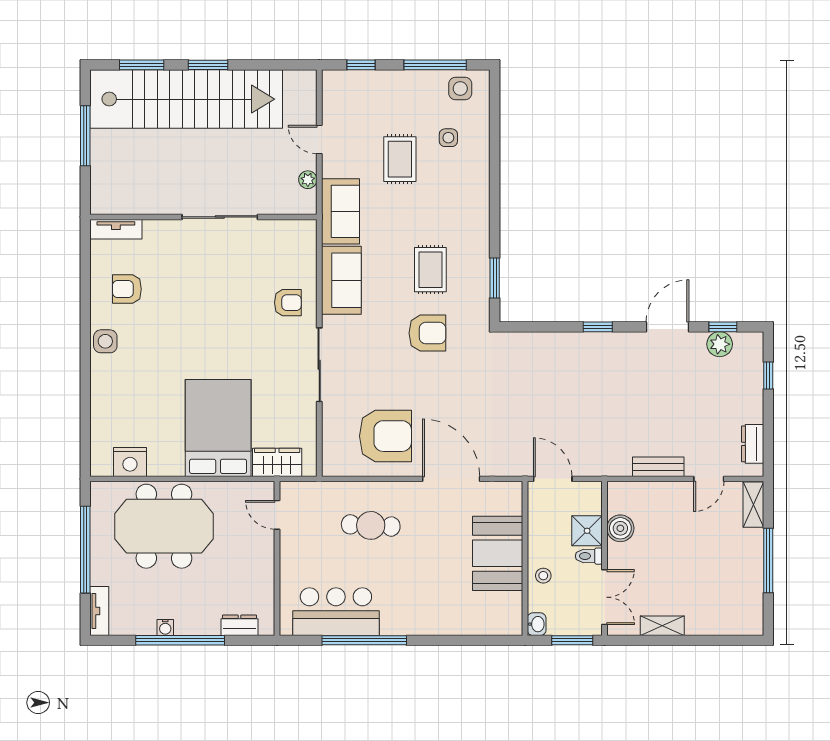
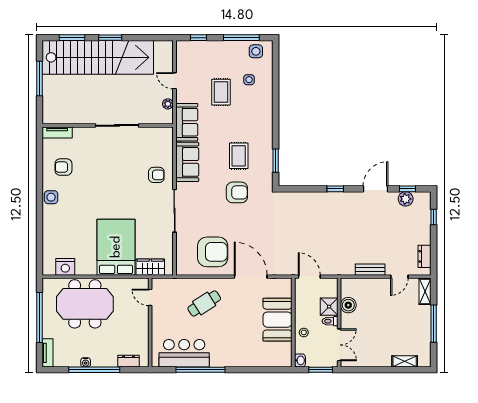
cafe table: (371, 525) -> (204, 303), turned -35
shelving: (662, 626) -> (405, 361), moved

